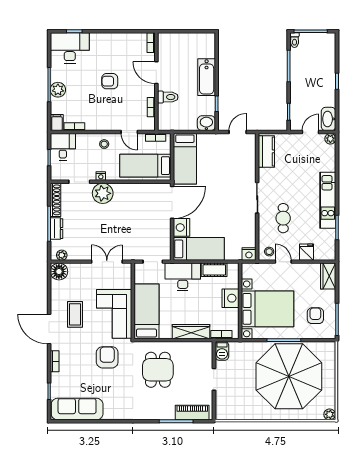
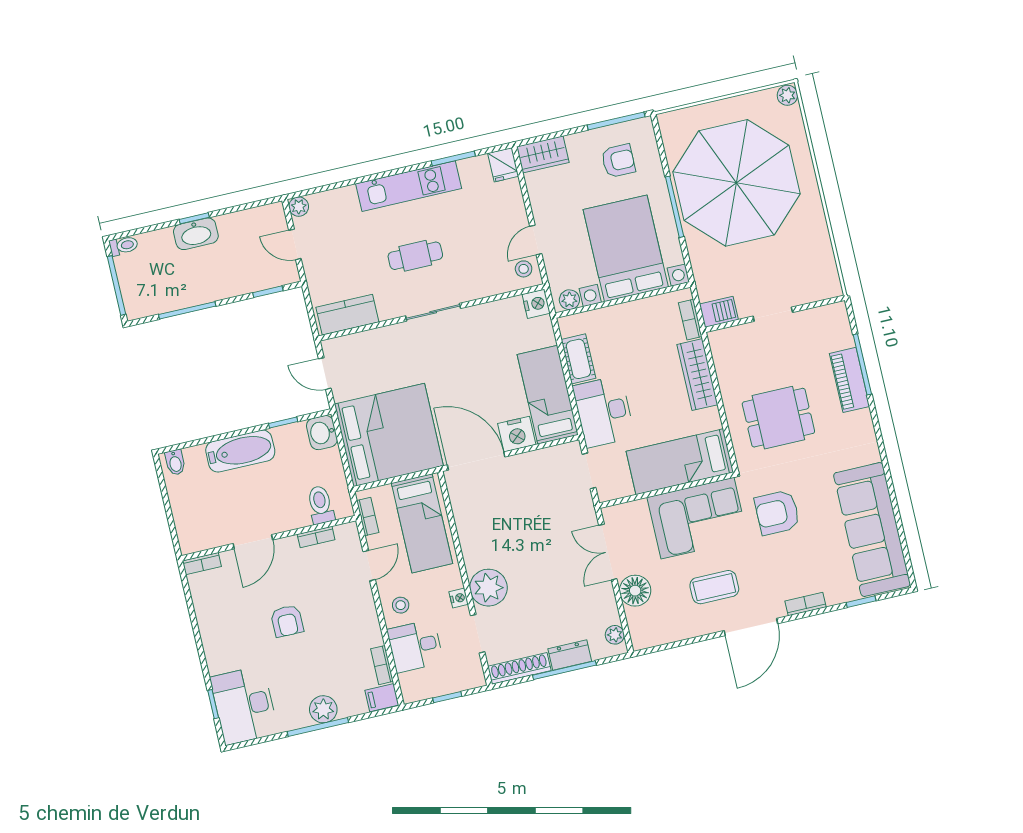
toilet: (294, 40) -> (124, 246), moved
bidet: (209, 41) -> (175, 462), added
toilet: (168, 97) -> (321, 505), moved
washbasin: (329, 119) -> (196, 234), moved
desk: (63, 147) -> (415, 646), moved
bed: (185, 159) -> (389, 435), width x2.04
cafe table: (283, 218) -> (415, 256), moved
fridge: (307, 252) -> (503, 165), moved, turned -90
floor lamp: (59, 272) -> (635, 591), moved
plant: (247, 272) -> (569, 300), added
nightstand: (230, 298) -> (622, 318), removed
armchair: (315, 316) -> (618, 161), turned 180
sofa: (77, 409) -> (872, 530), width x1.36, depth x1.27
piano: (192, 413) -> (850, 380), moved

